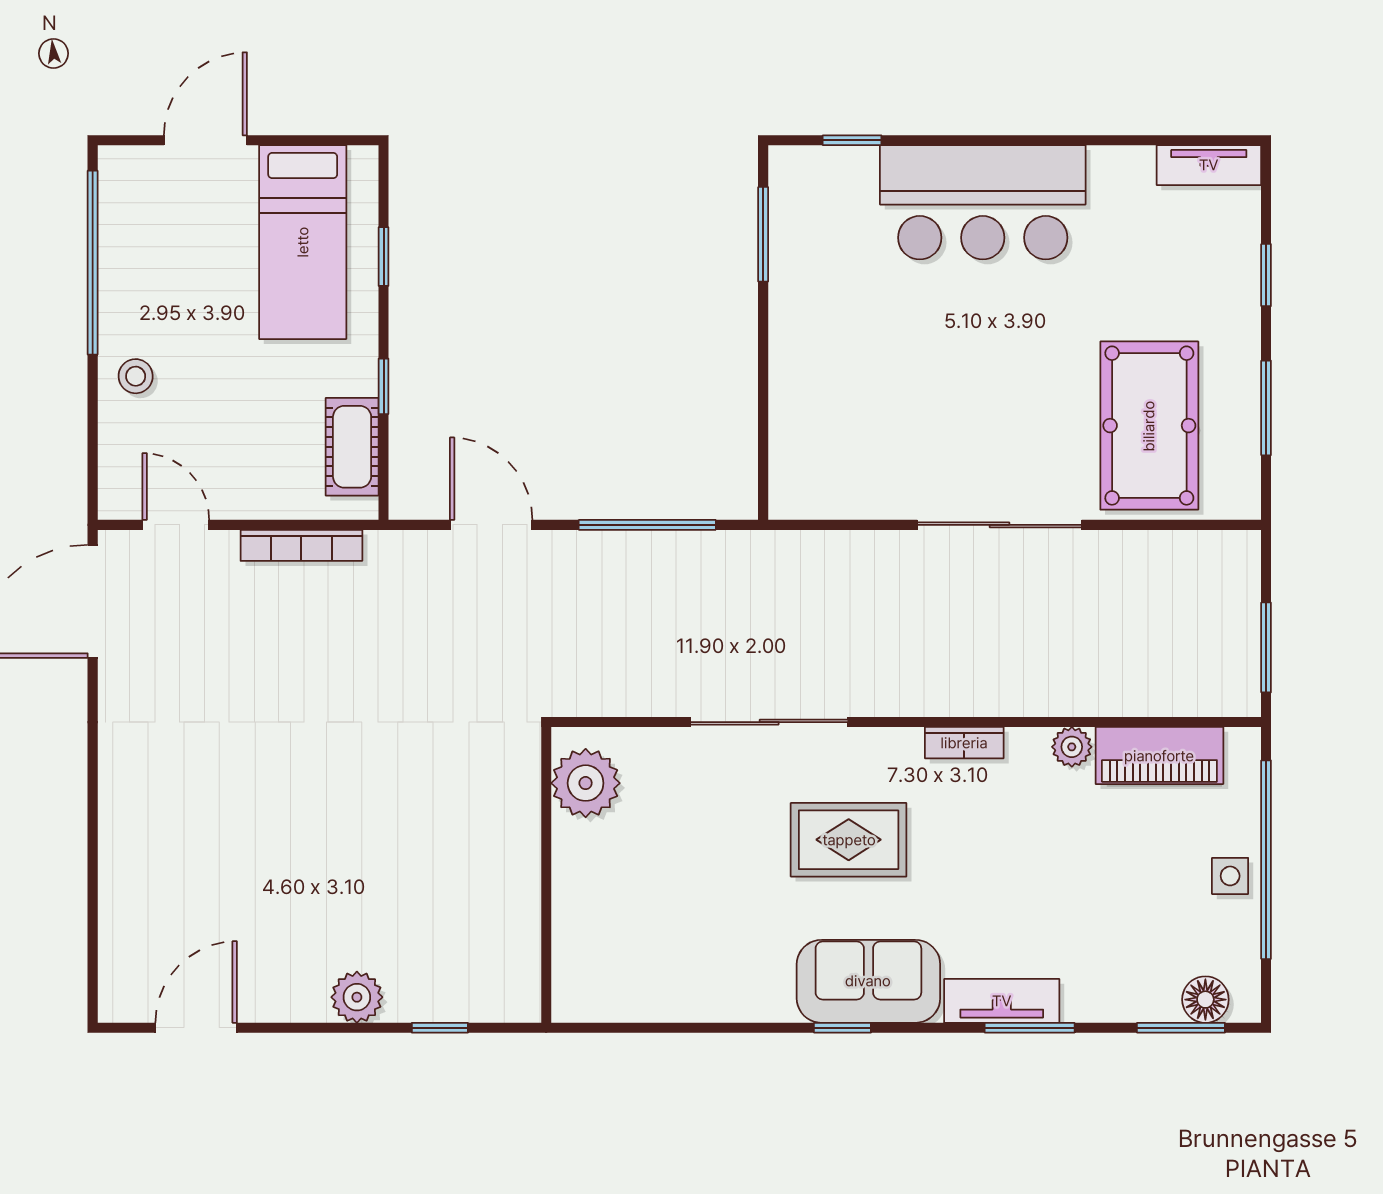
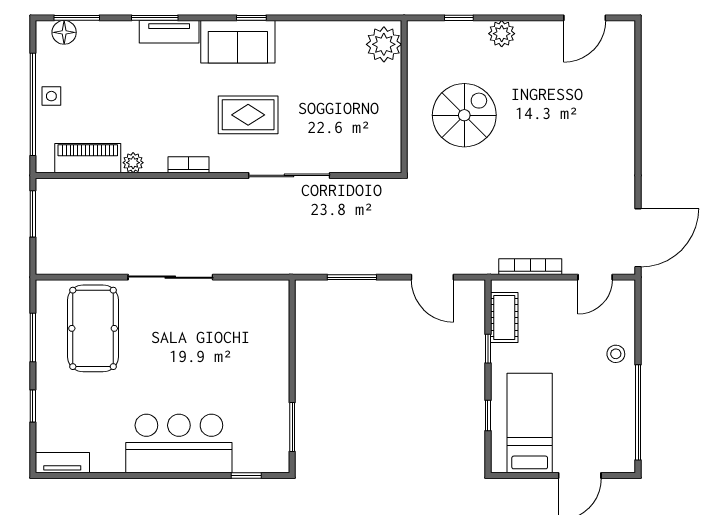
door: (176, 525) -> (595, 277), hinge flipped
window: (647, 525) -> (352, 277), width x0.69
plant: (586, 783) -> (384, 44), moved
spiral stairs: (429, 839) -> (464, 115), added

